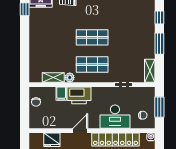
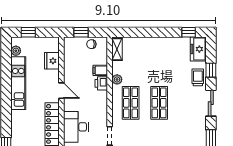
shelving: (53, 77) -> (117, 49), moved
printer: (79, 95) -> (101, 83), width x0.53, depth x0.68
window: (25, 112) -> (81, 32), added

